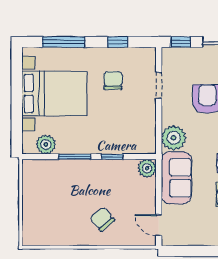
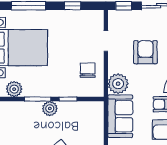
chair: (113, 80) -> (88, 70), moved
plant: (147, 168) -> (50, 108), moved

